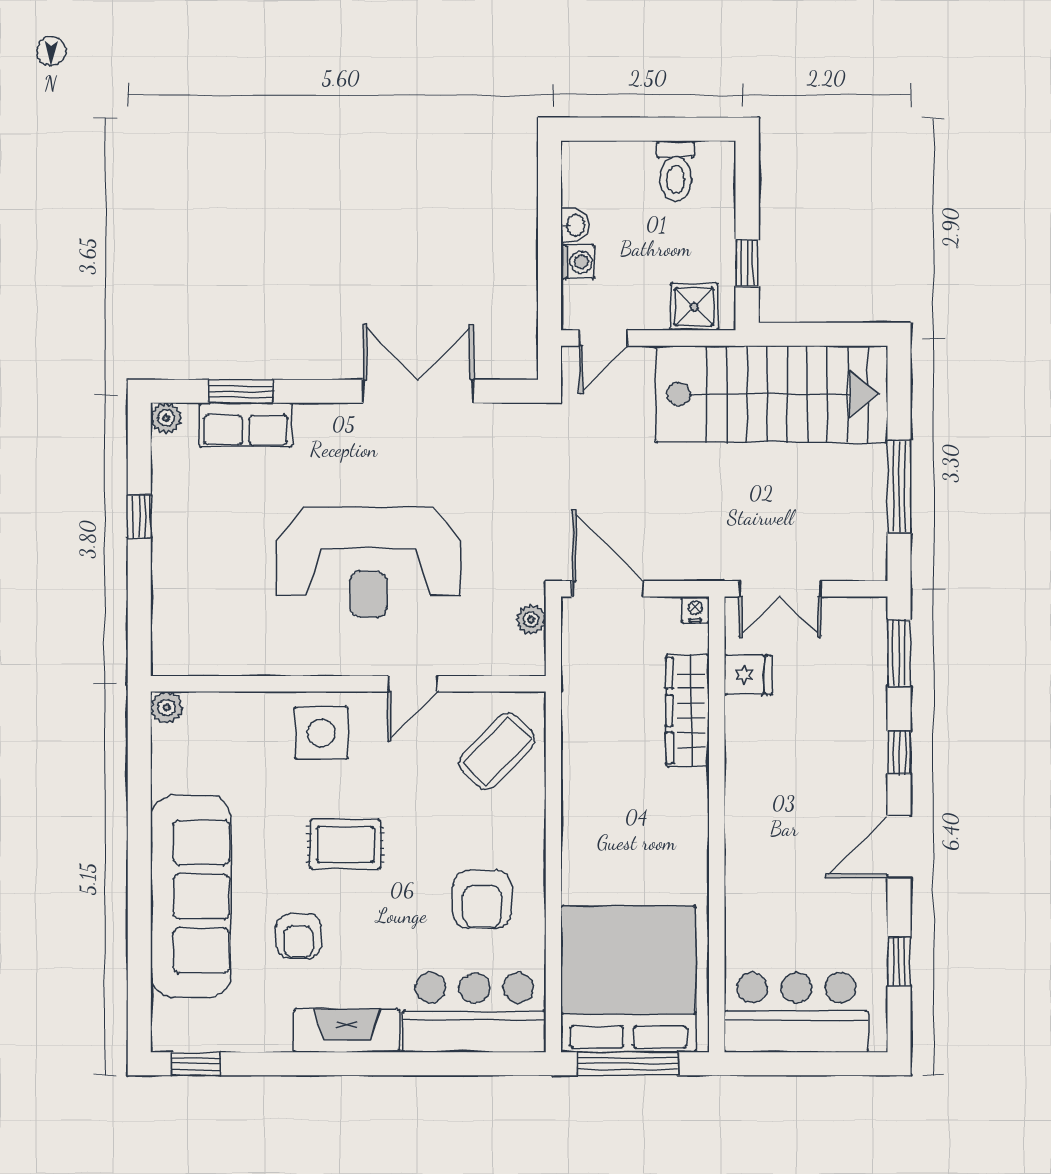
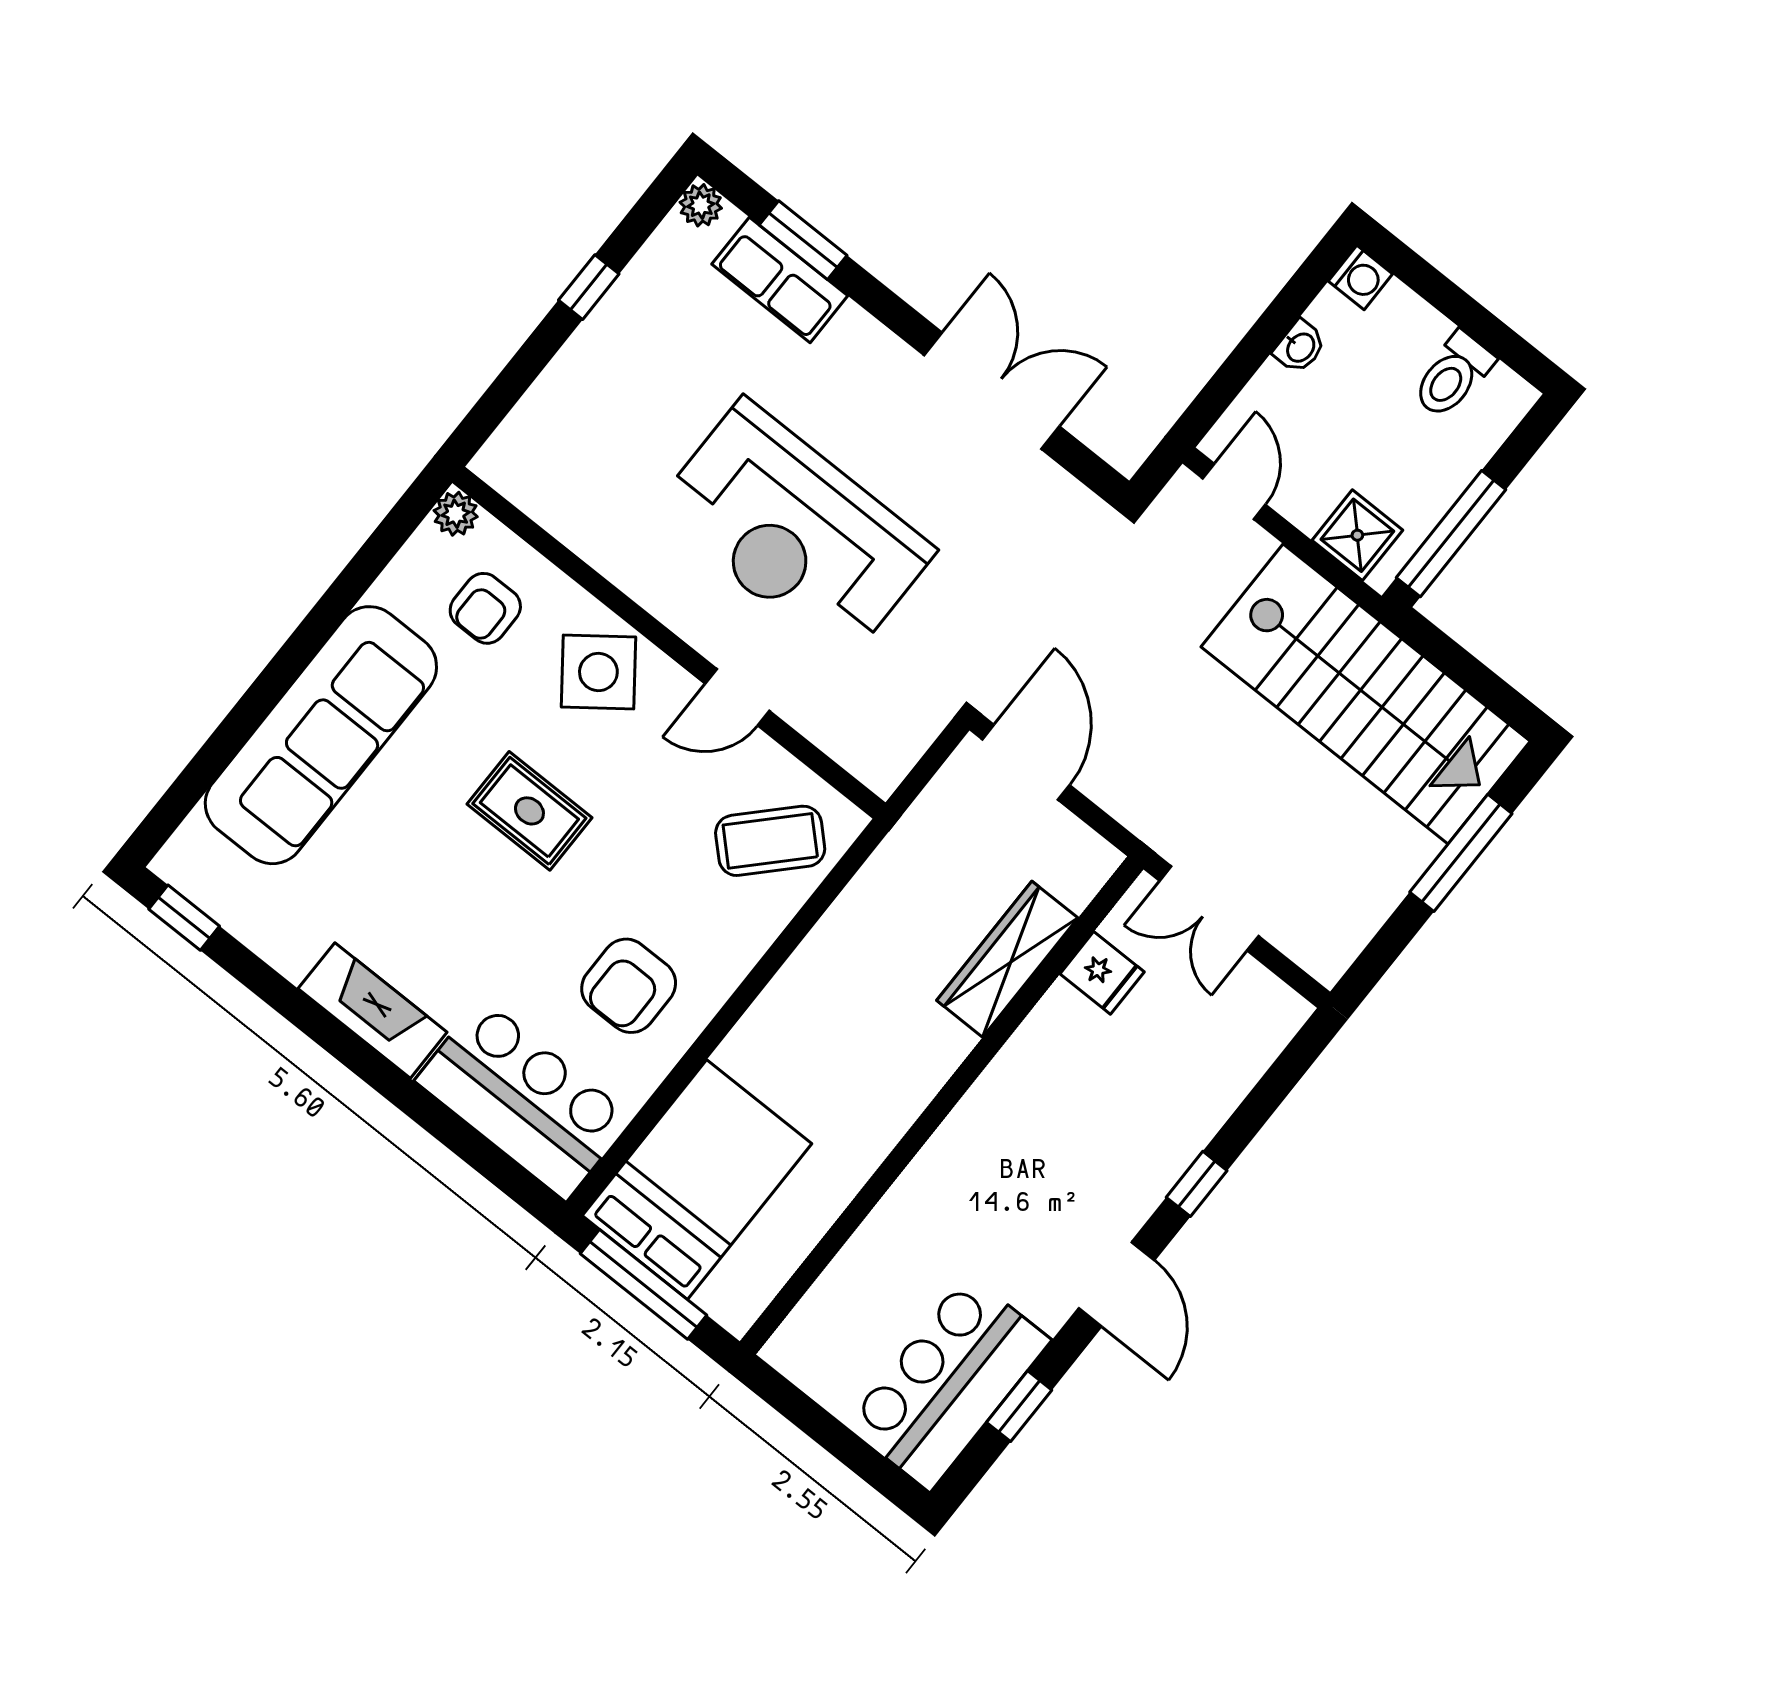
washing machine: (578, 262) -> (1360, 278), moved
window: (747, 263) -> (1451, 534), width x2.17
door: (603, 338) -> (1234, 491), swing flipped
window: (899, 487) -> (1461, 853), moved
nightstand: (695, 610) -> (1101, 858), removed
plant: (531, 619) -> (918, 730), removed
window: (899, 653) -> (1281, 1078), removed
side table: (321, 733) -> (598, 672), turned -37
door: (899, 847) -> (1117, 1284), swing flipped
armchair: (298, 936) -> (485, 608), moved
bed: (628, 979) -> (697, 1180), width x0.73
bar counter: (796, 1012) -> (949, 1383), moved, turned -90

